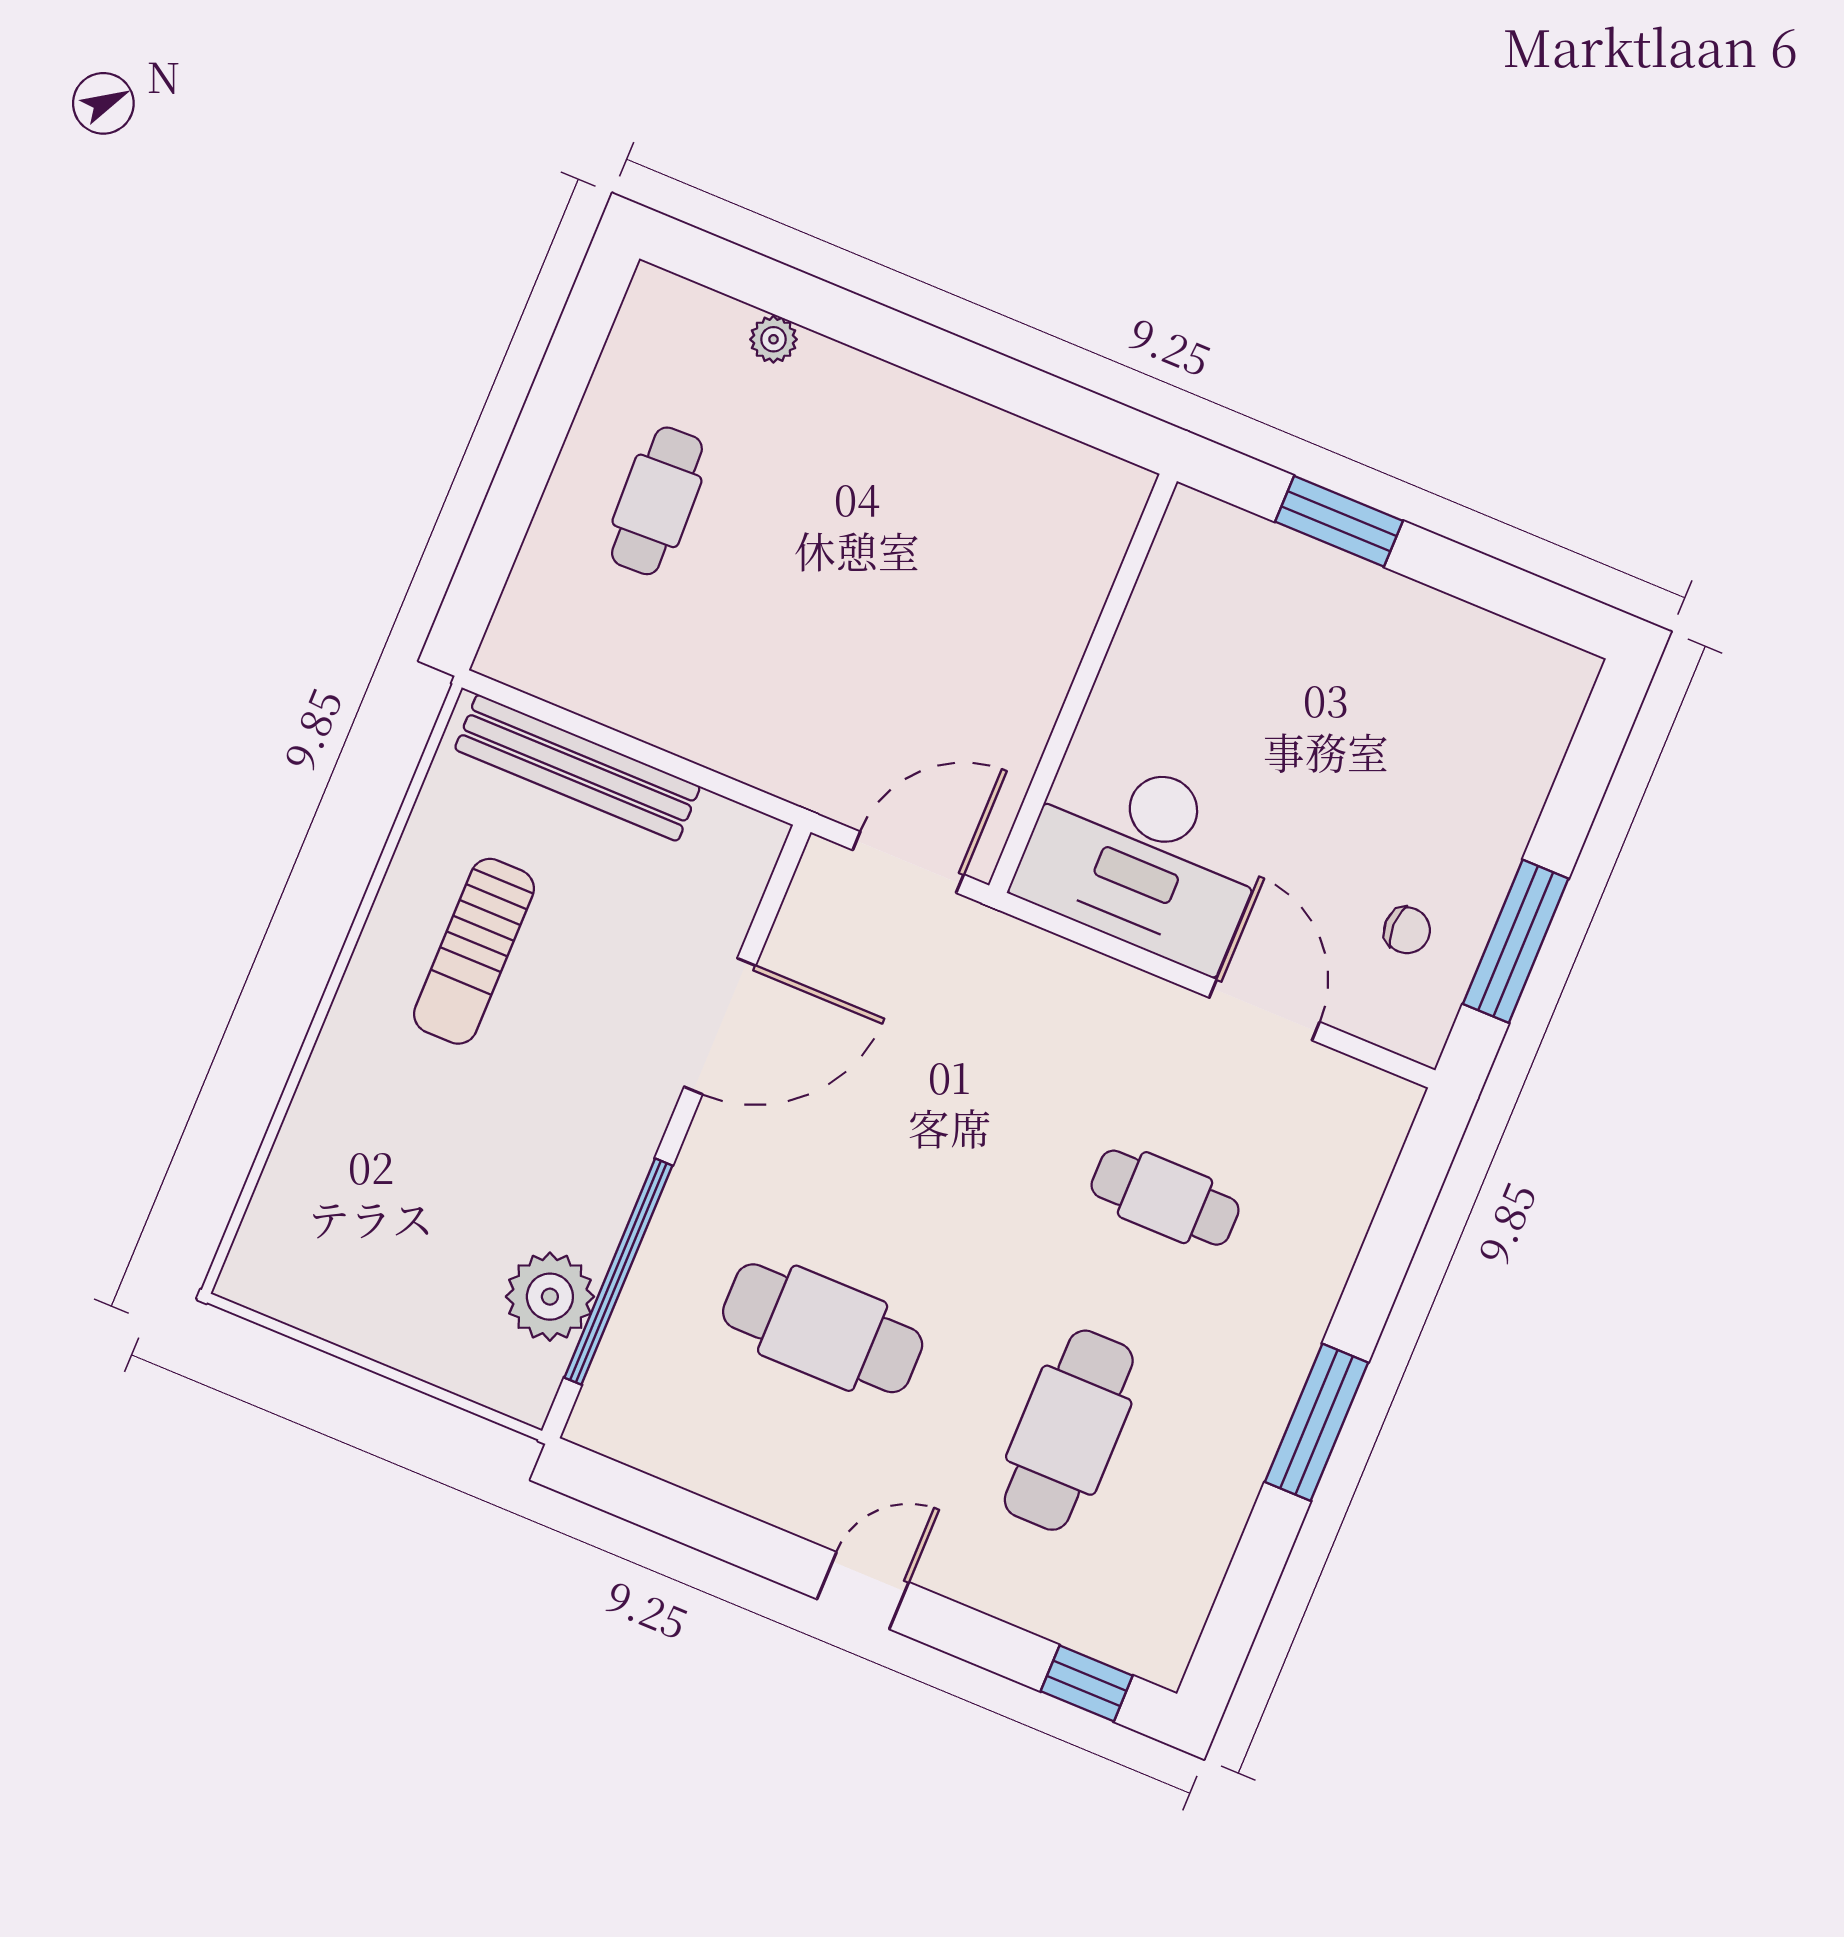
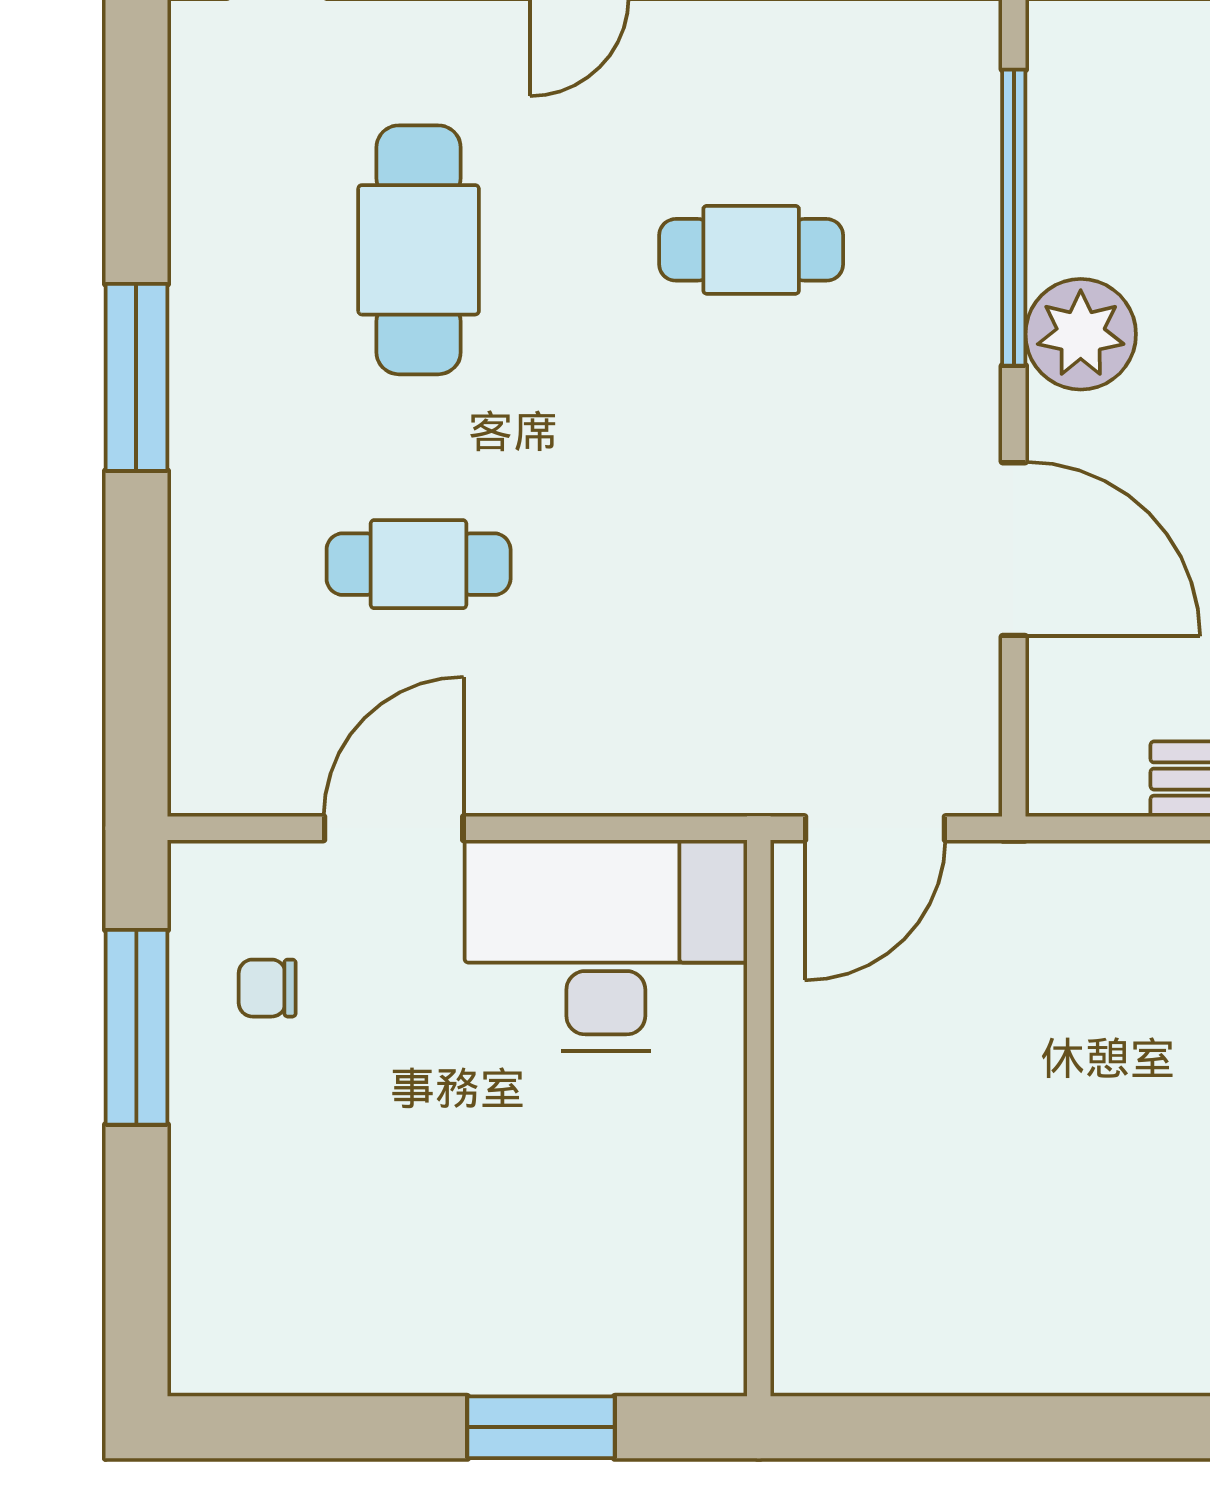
door: (1264, 1010) -> (394, 828), swing flipped
door: (720, 1026) -> (1014, 549), swing flipped
plant: (550, 1297) -> (1081, 334), moved
cafe table: (823, 1328) -> (751, 250), width x0.73, depth x0.74

